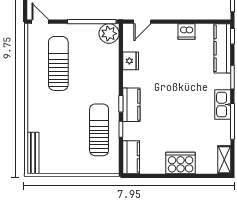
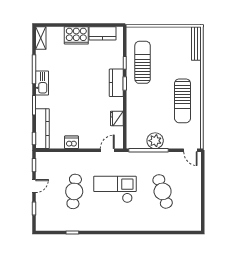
plant: (109, 34) -> (155, 141), moved
sun lounger: (58, 63) -> (183, 101), moved
sun lounger: (99, 130) -> (143, 62), turned 180
kitchen counter: (131, 157) -> (103, 33), moved, turned -90

